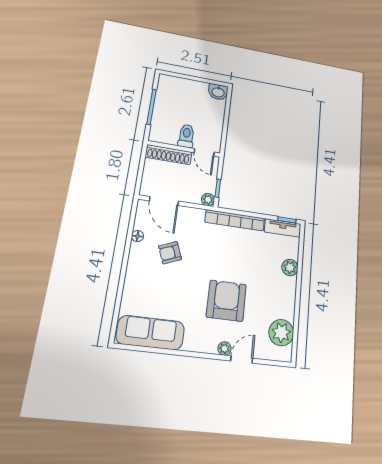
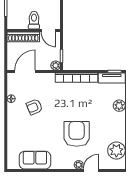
door: (164, 201) -> (25, 71), swing flipped
sofa: (150, 333) -> (35, 160), width x0.73

